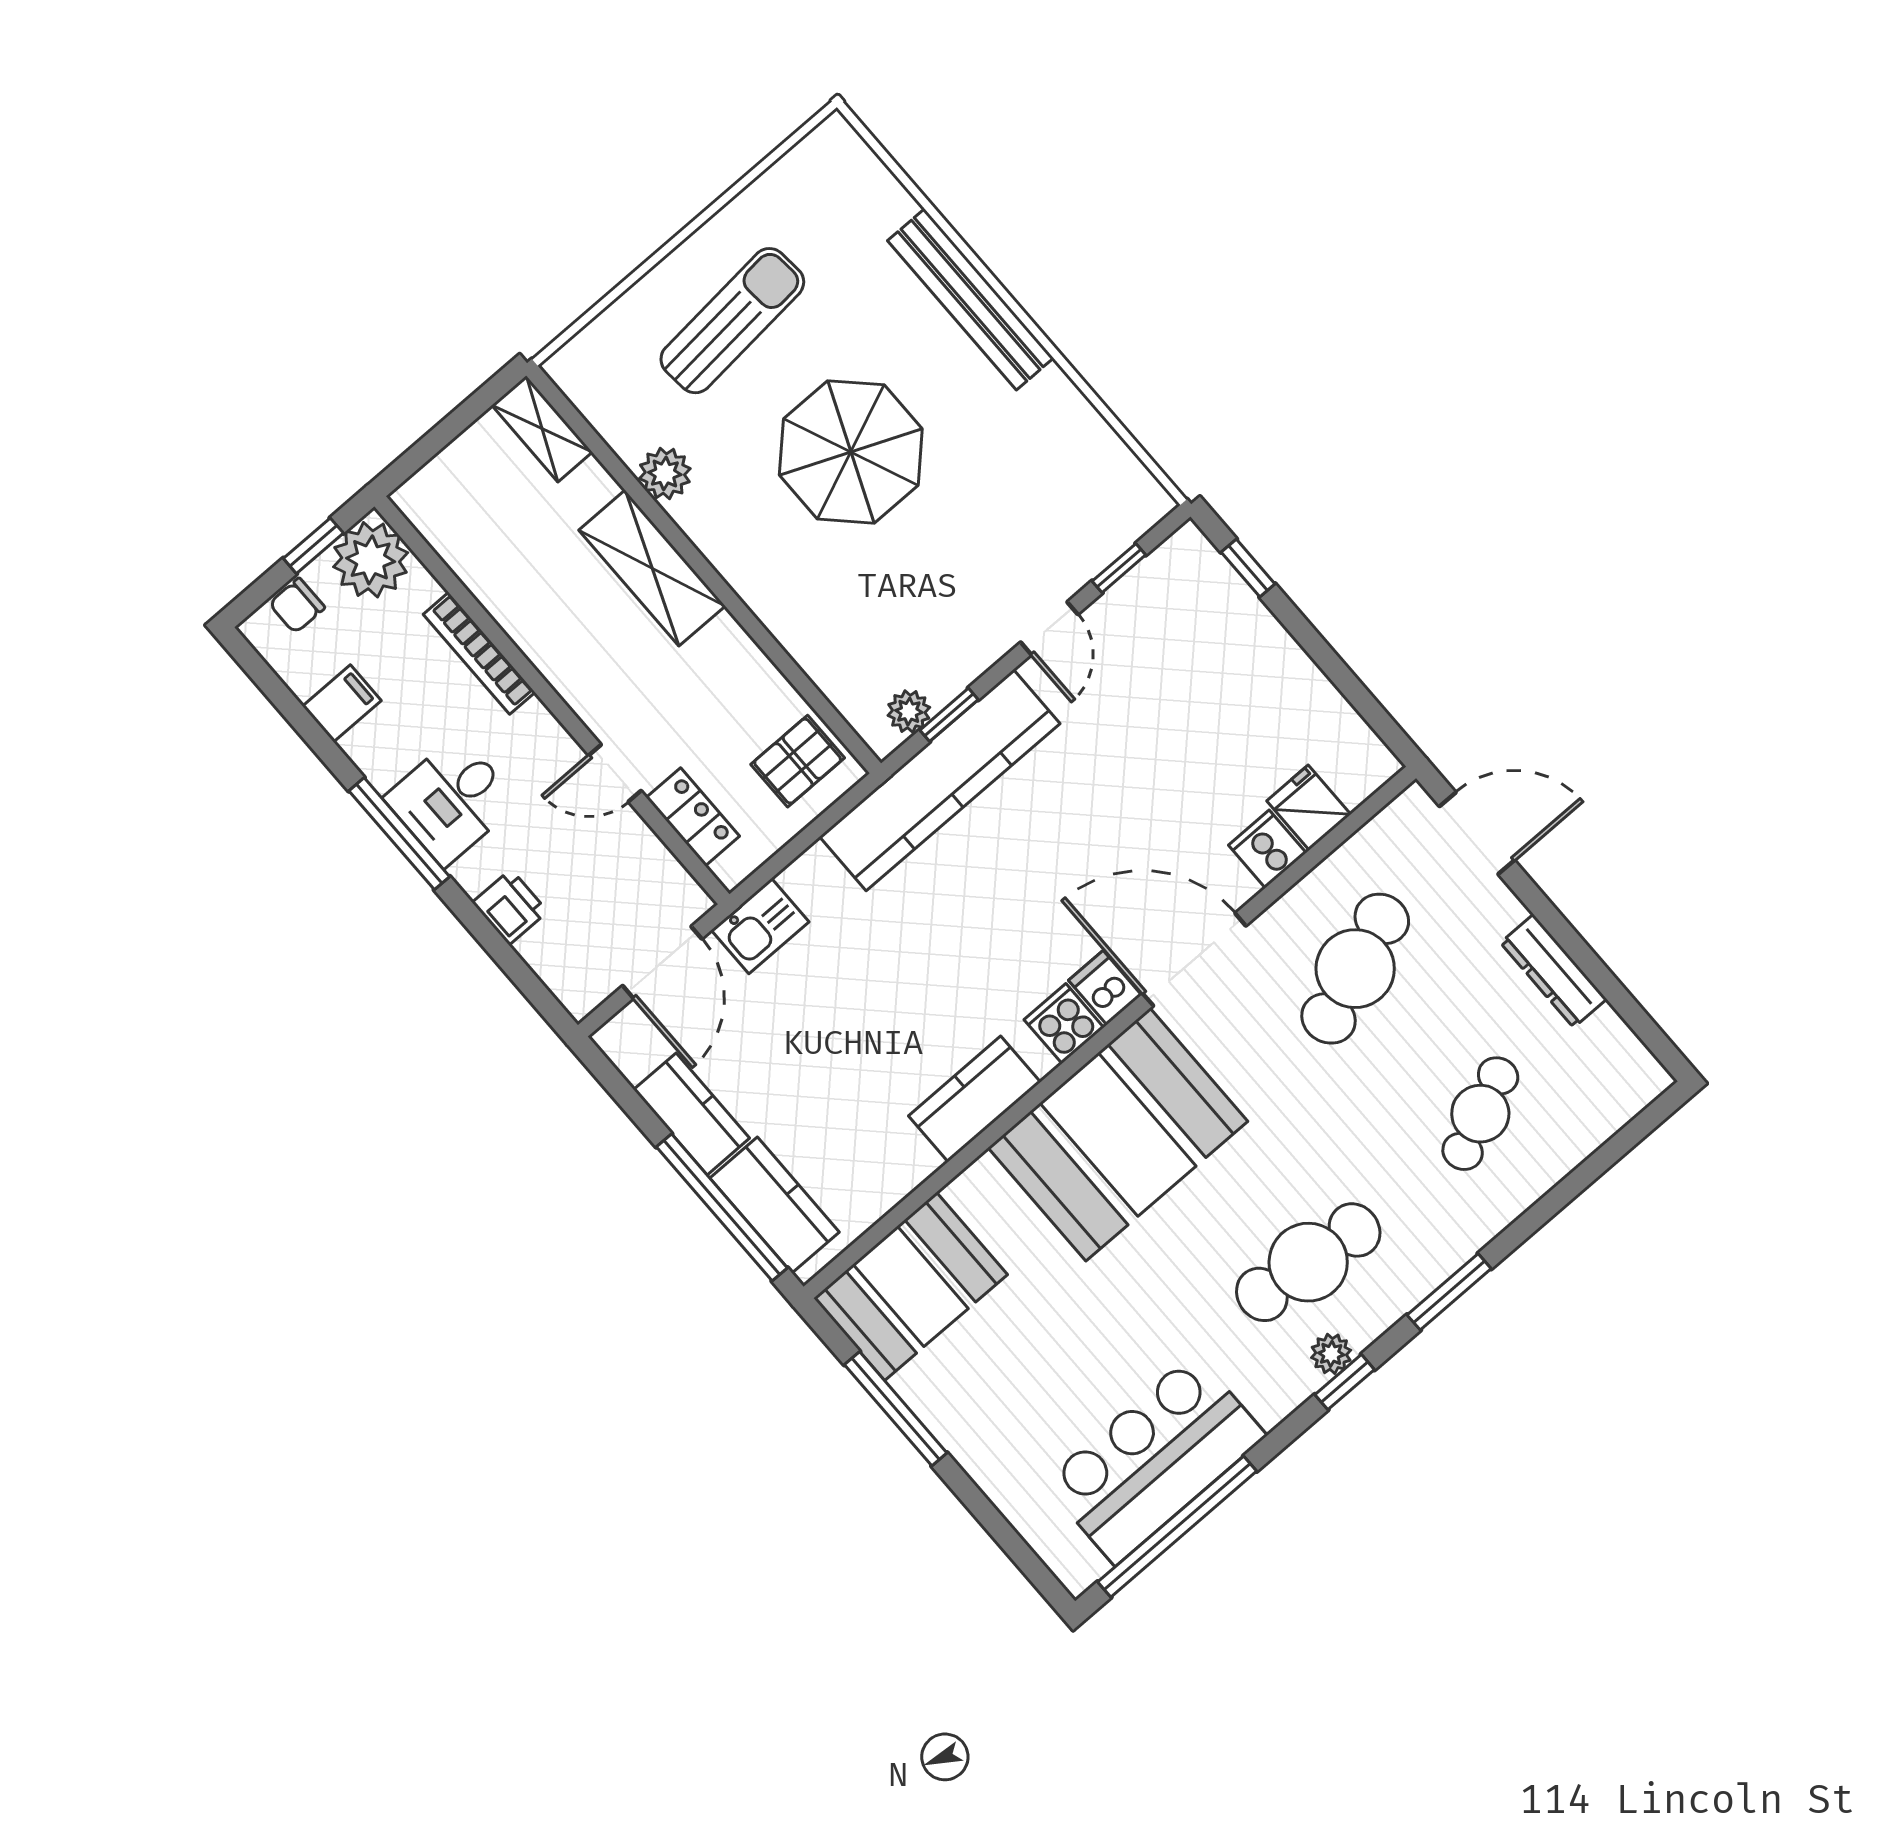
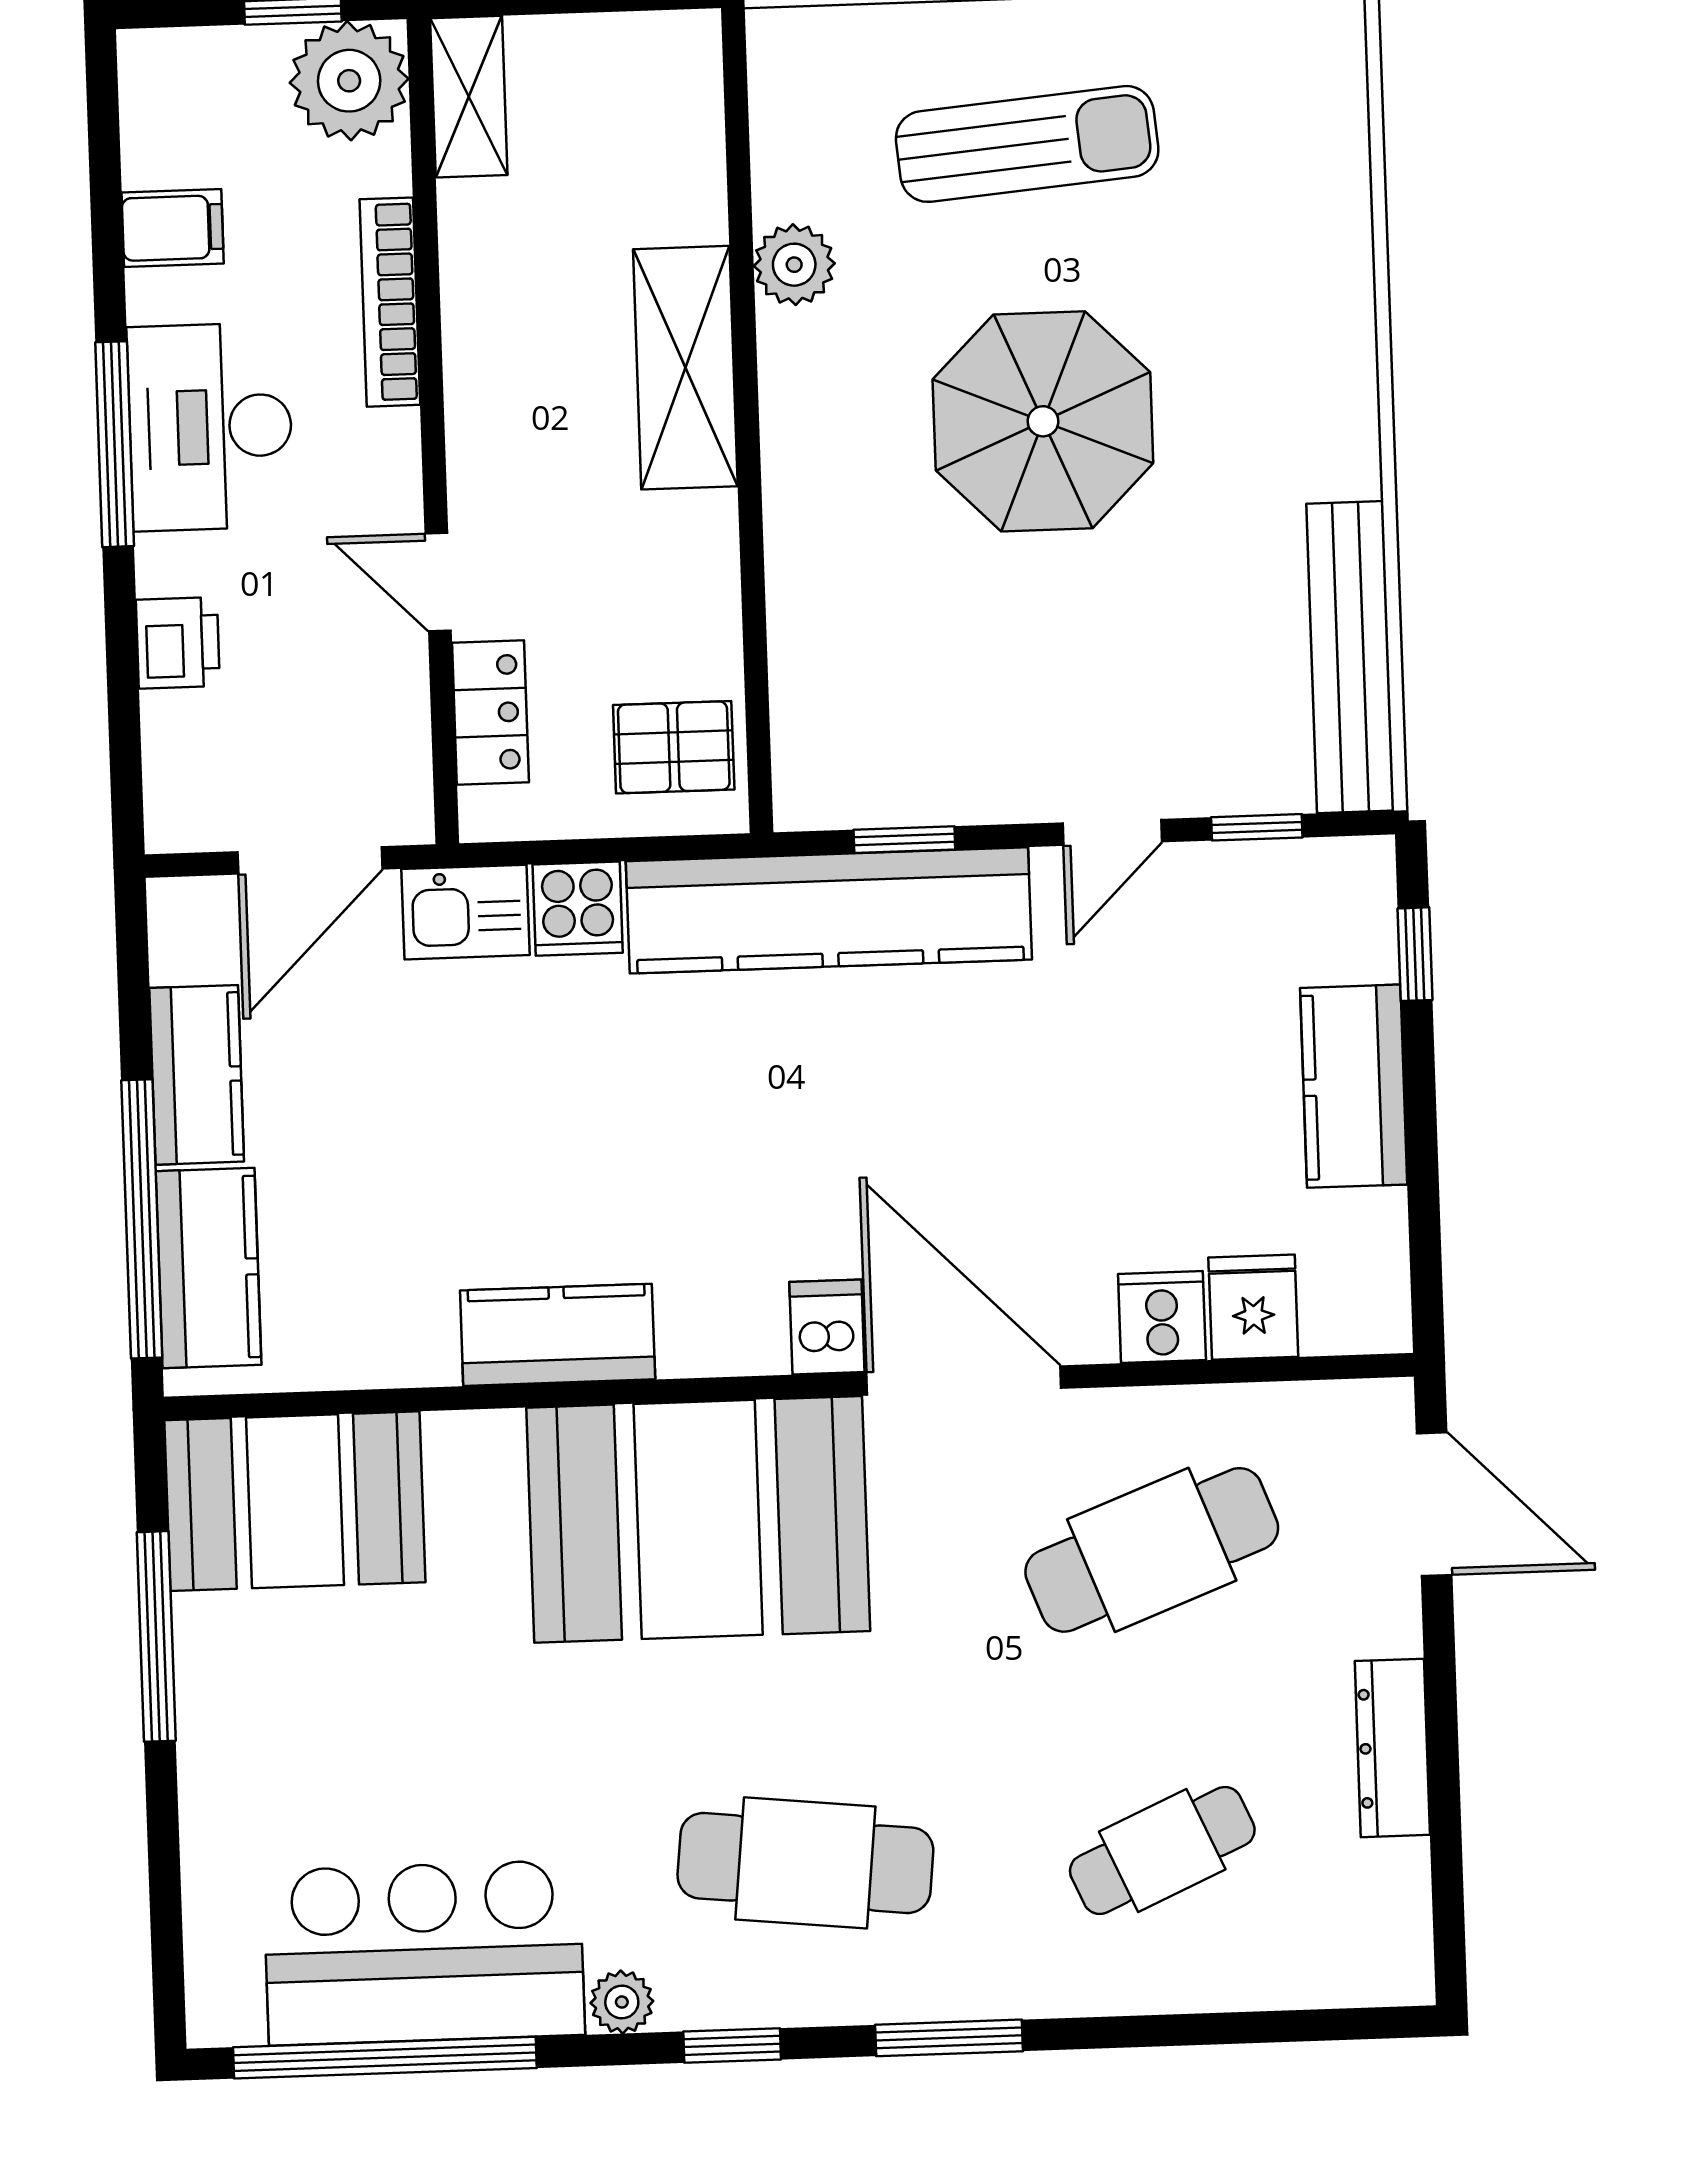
bench: (971, 299) -> (1350, 657), moved
shelving: (542, 429) -> (469, 97), moved
chair: (297, 606) -> (214, 64), removed
kitchen counter: (1270, 658) -> (1354, 1086), added
plant: (909, 711) -> (859, 796), removed
desk: (451, 800) -> (210, 427), width x1.37
cooker: (1064, 1024) -> (578, 909), moved, turned 180
plant: (1331, 1354) -> (622, 2002), moved

